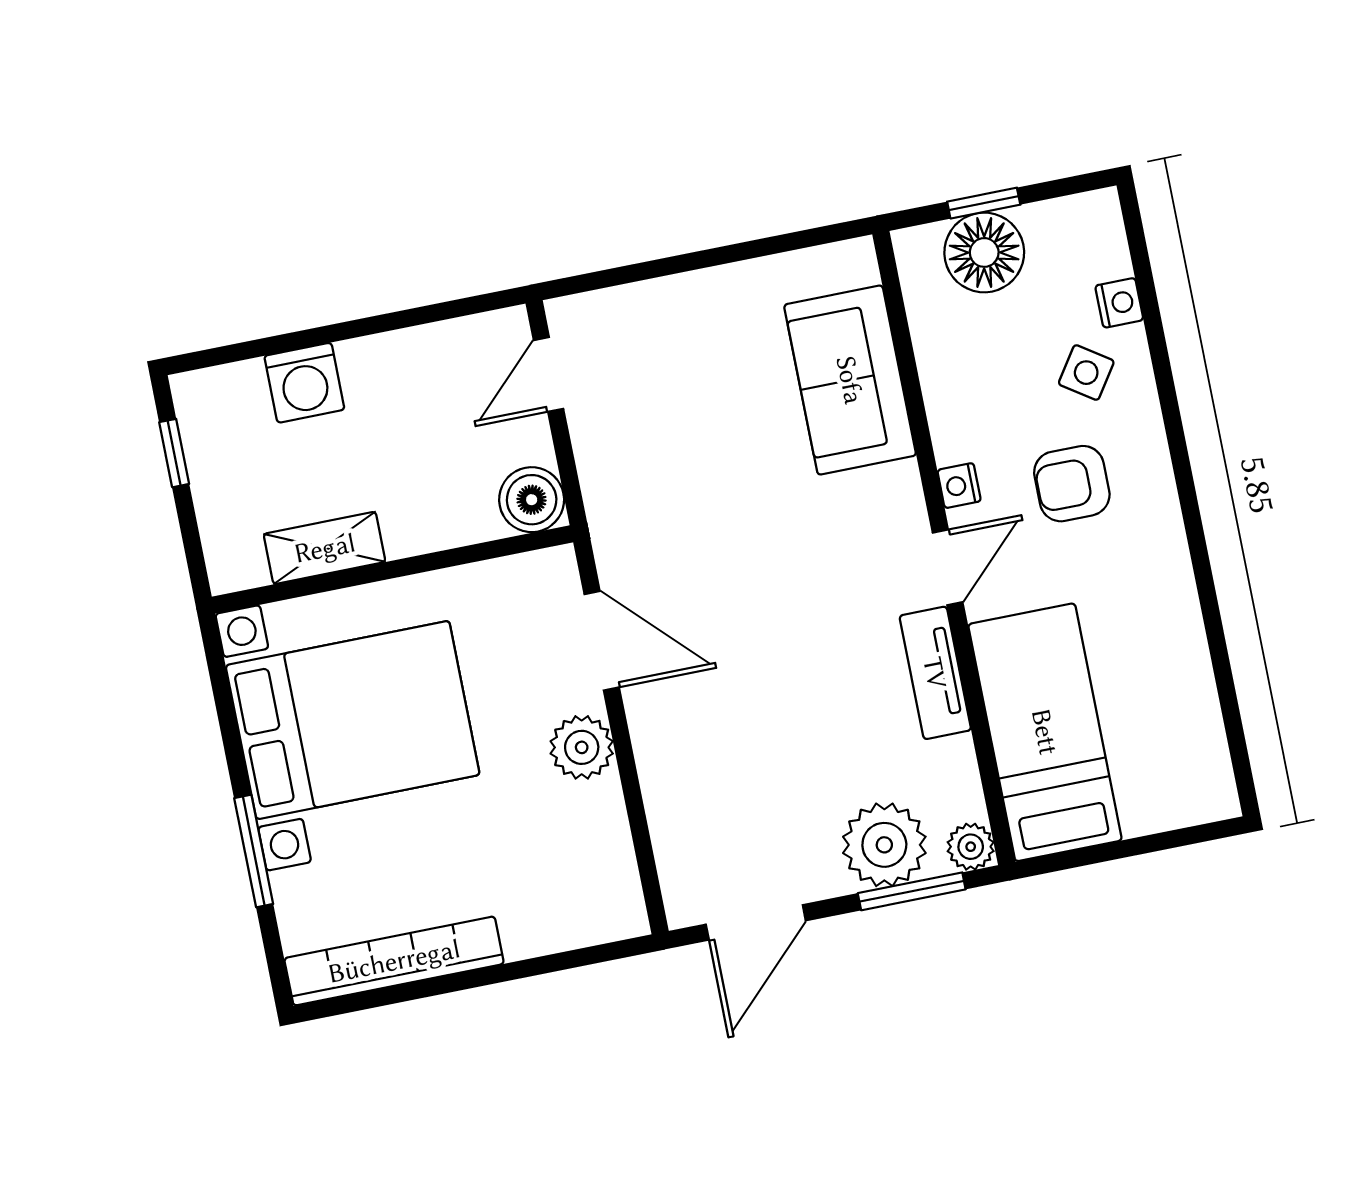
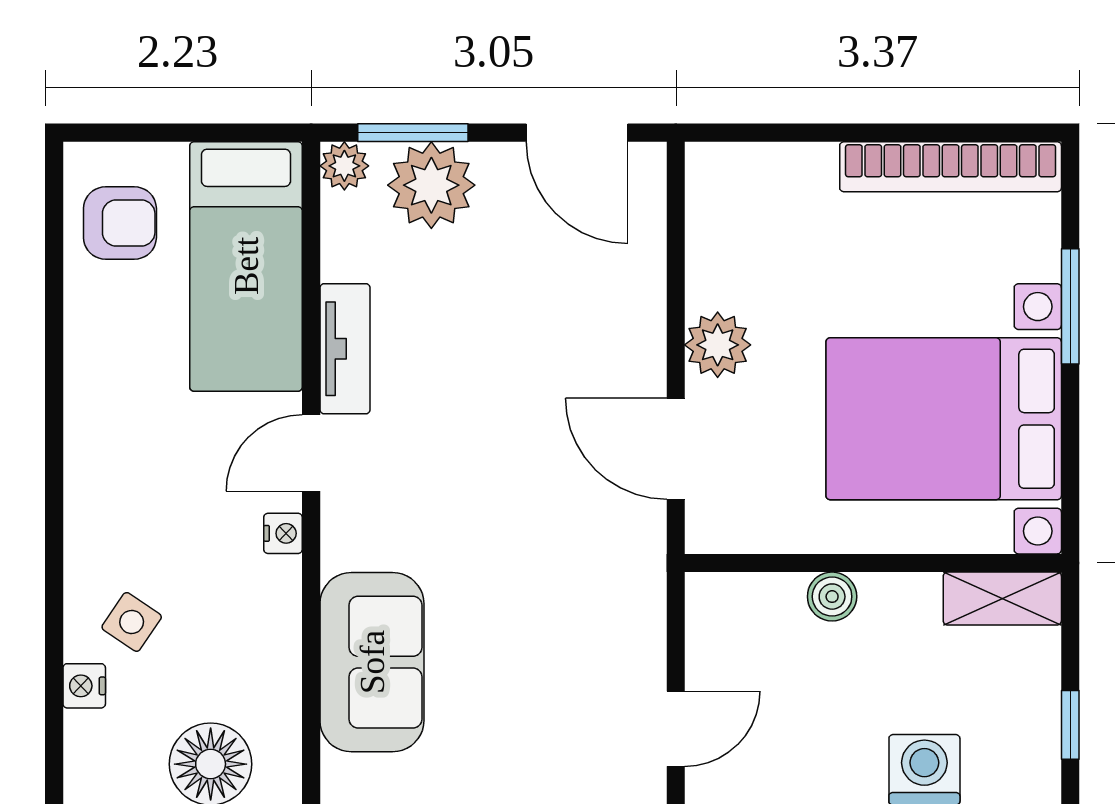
armchair: (1072, 484) -> (120, 223), moved
boiler: (532, 500) -> (832, 597), moved, width x0.73, depth x0.73
shelving: (325, 548) -> (1002, 599), moved
door: (756, 922) -> (577, 133), swing flipped

